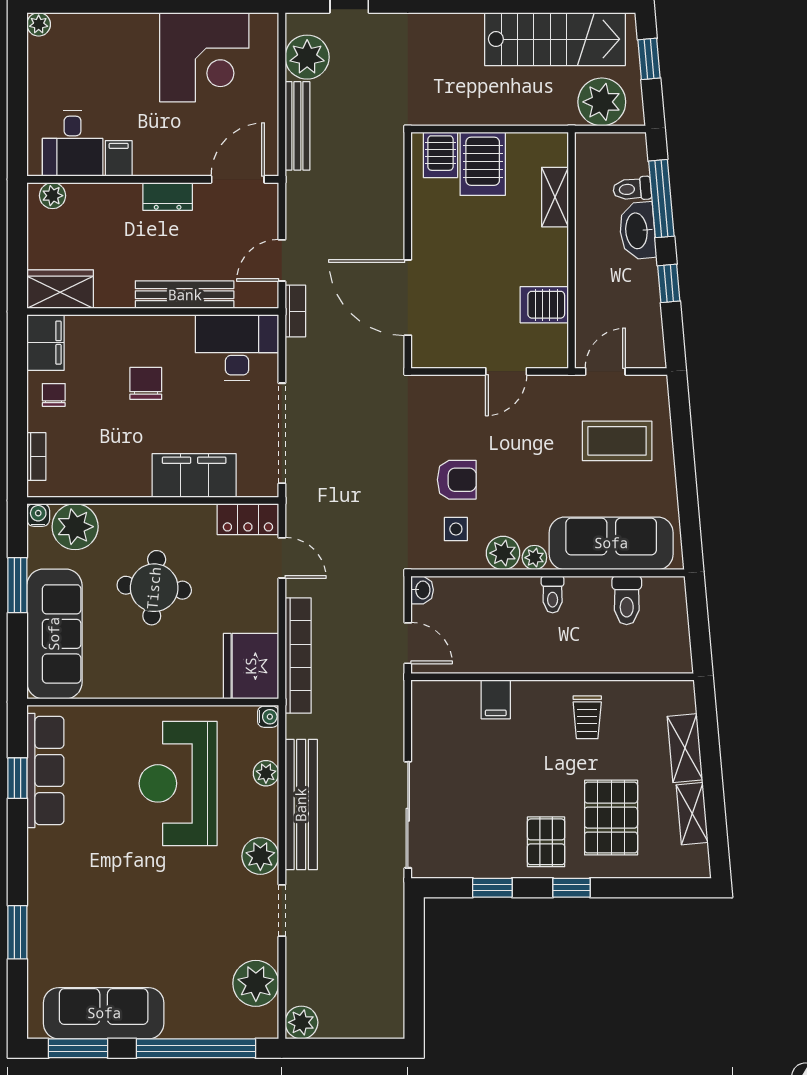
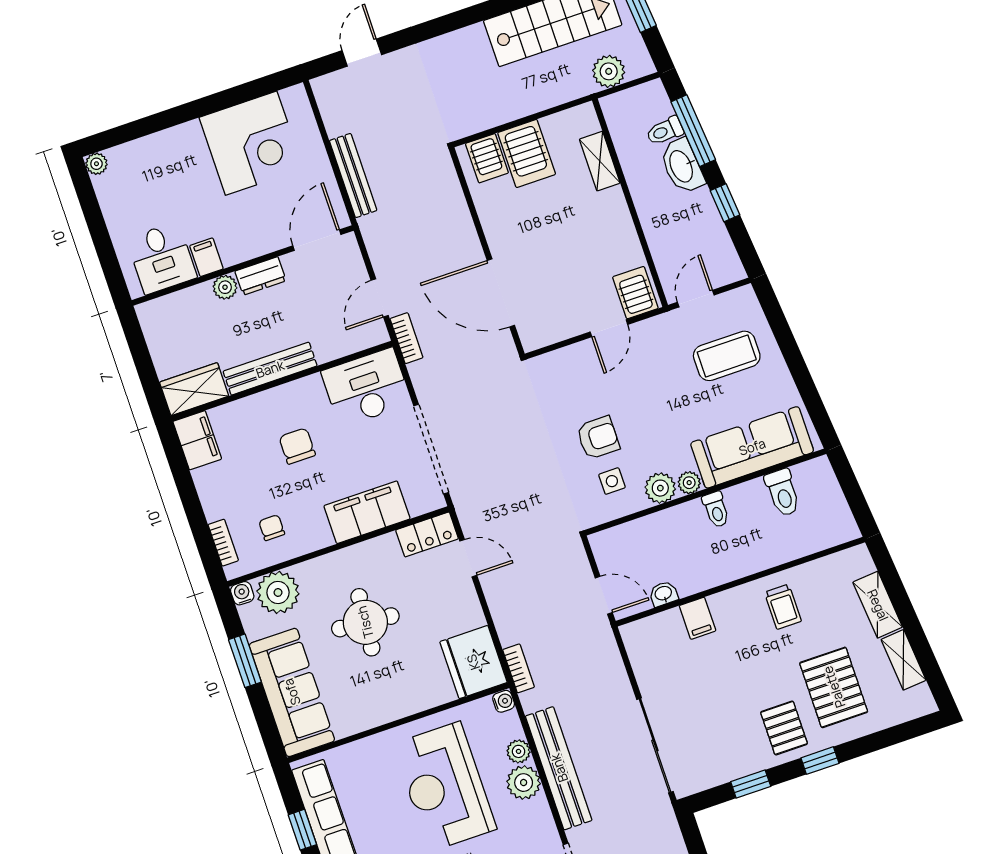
plant: (307, 57) -> (341, 112), removed
plant: (602, 102) -> (609, 71), width x0.73, depth x0.73
plant: (52, 196) -> (225, 287), moved
bench: (185, 295) -> (270, 369), moved
server rack: (544, 305) -> (635, 293), moved, turned 90
chair: (54, 395) -> (272, 528), moved
washbasin: (422, 590) -> (663, 594), moved, turned -90
bookcase: (298, 656) -> (519, 668), width x0.43, depth x0.76
plant: (260, 856) -> (524, 783), moved

